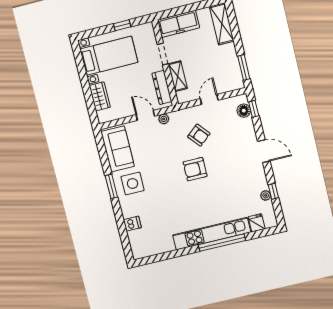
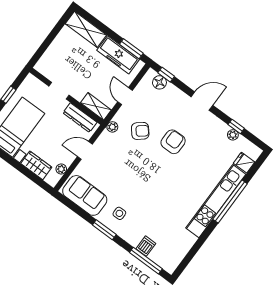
freezer: (178, 24) -> (118, 55), moved, turned 90
shelving: (178, 76) -> (96, 106), moved
plant: (116, 115) -> (61, 169), added
plant: (164, 119) -> (112, 127), moved
armchair: (195, 169) -> (173, 142), moved, turned 180
side table: (133, 183) -> (119, 213), width x0.54, depth x0.54
window: (123, 234) -> (146, 261), added

